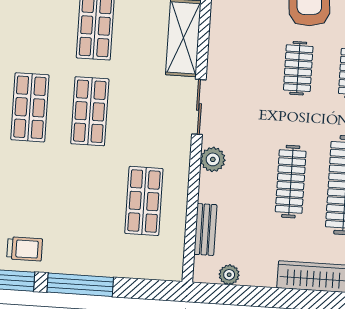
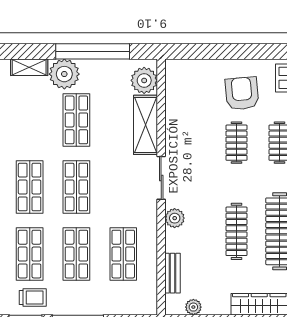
shop shelf: (24, 193) -> (30, 254), added
shop shelf: (84, 197) -> (76, 254), added

